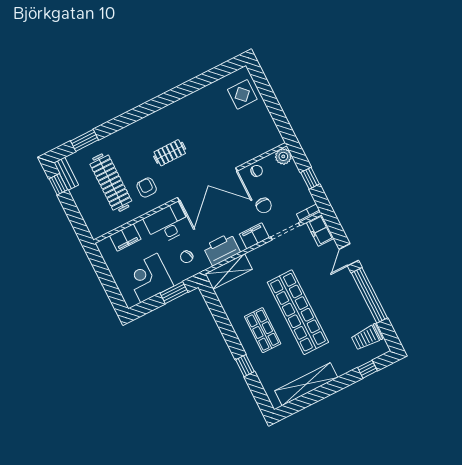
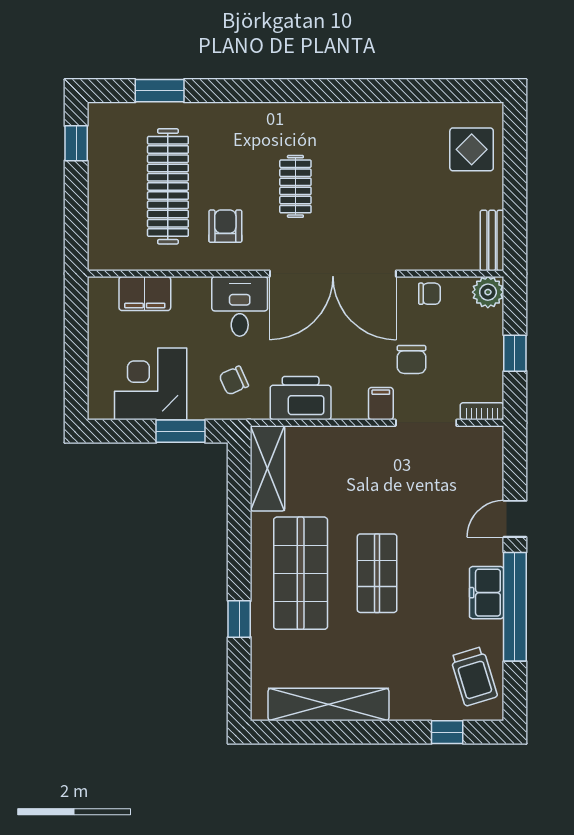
clothes rail: (170, 153) -> (295, 186), turned 90
bench: (66, 174) -> (492, 240), moved
desk: (167, 224) -> (240, 306), width x0.73
freezer: (320, 230) -> (487, 593), moved
filing cabinet: (254, 236) -> (381, 404), width x0.50
shelving: (229, 272) -> (268, 468), moved, turned 90
shop shelf: (298, 312) -> (377, 573), width x0.50, depth x0.74
shop shelf: (263, 330) -> (301, 573), width x1.43, depth x1.36
trolley: (367, 337) -> (474, 676), turned -107

